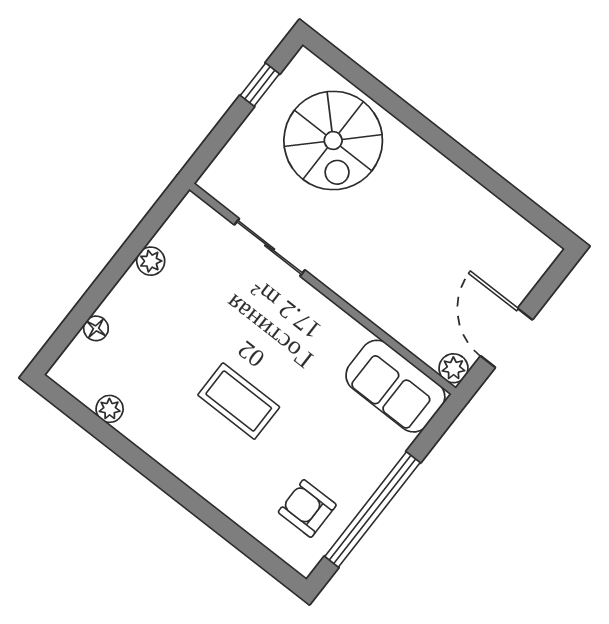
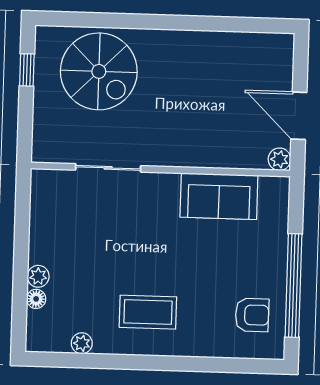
plant: (151, 261) -> (38, 276), moved
sofa: (395, 386) -> (219, 196), moved
coffee table: (239, 401) -> (148, 312), moved
armchair: (307, 509) -> (252, 315), turned 180

